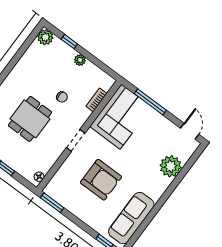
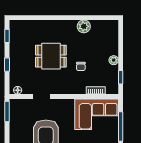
plant: (45, 37) -> (84, 26), moved
window: (69, 42) -> (121, 77), moved
doorway: (76, 140) -> (42, 96), moved

